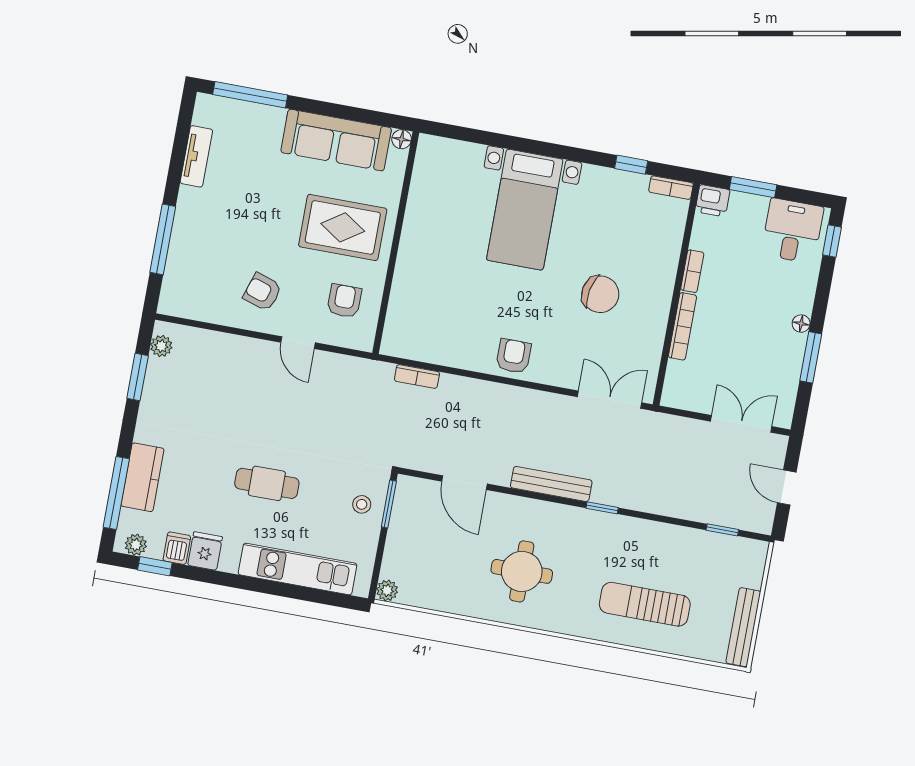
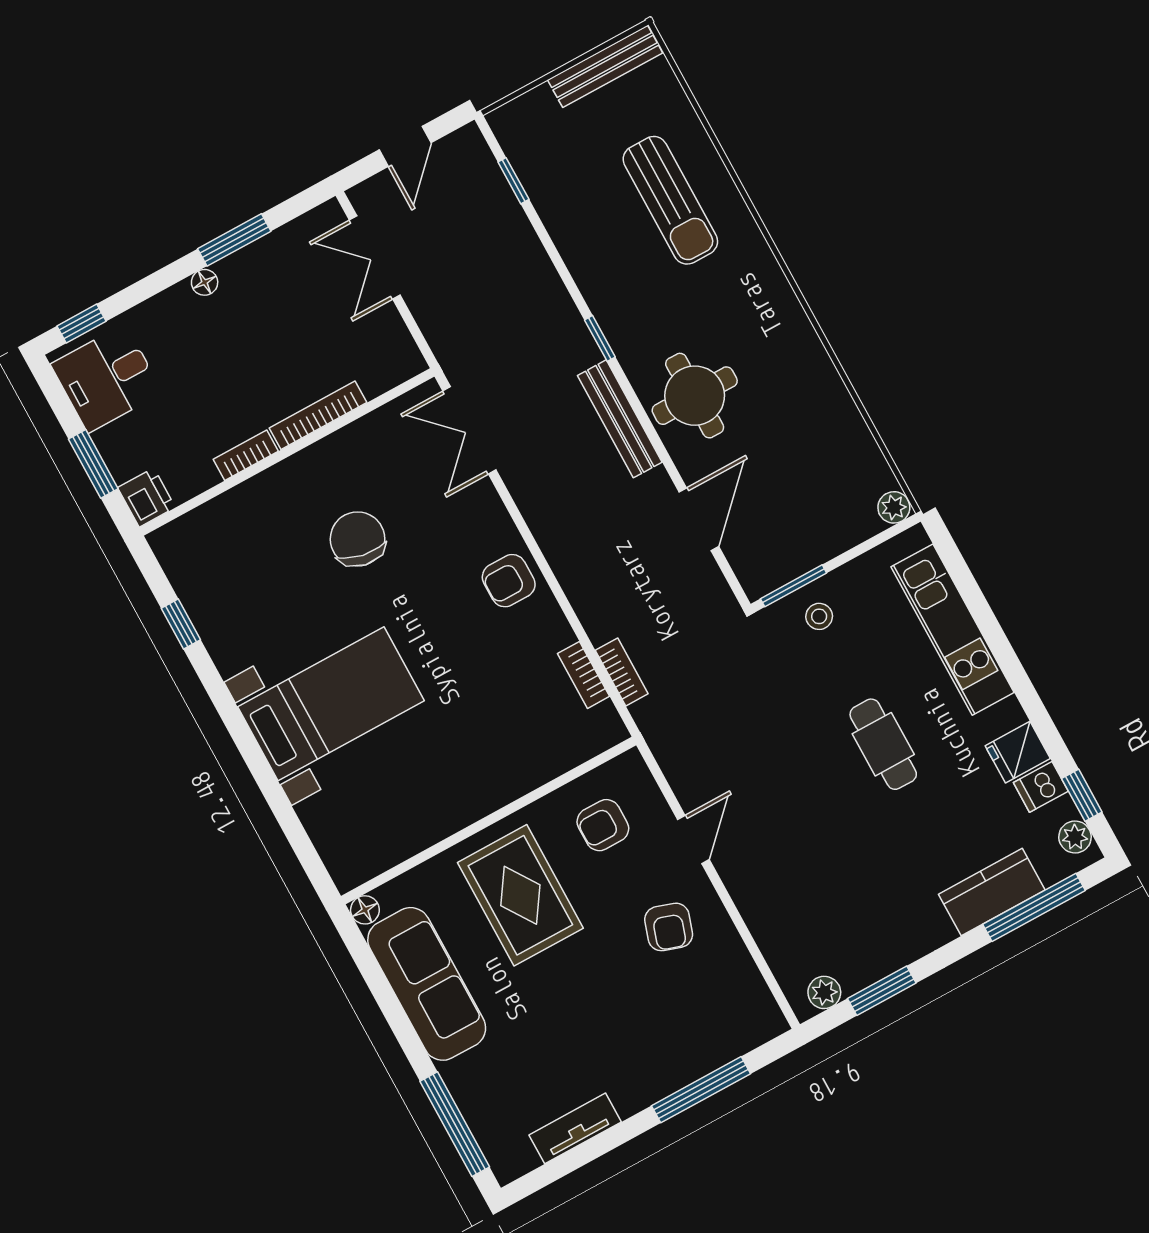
bookcase: (671, 188) -> (584, 675), moved, turned 180
round table: (522, 571) -> (695, 396), moved

